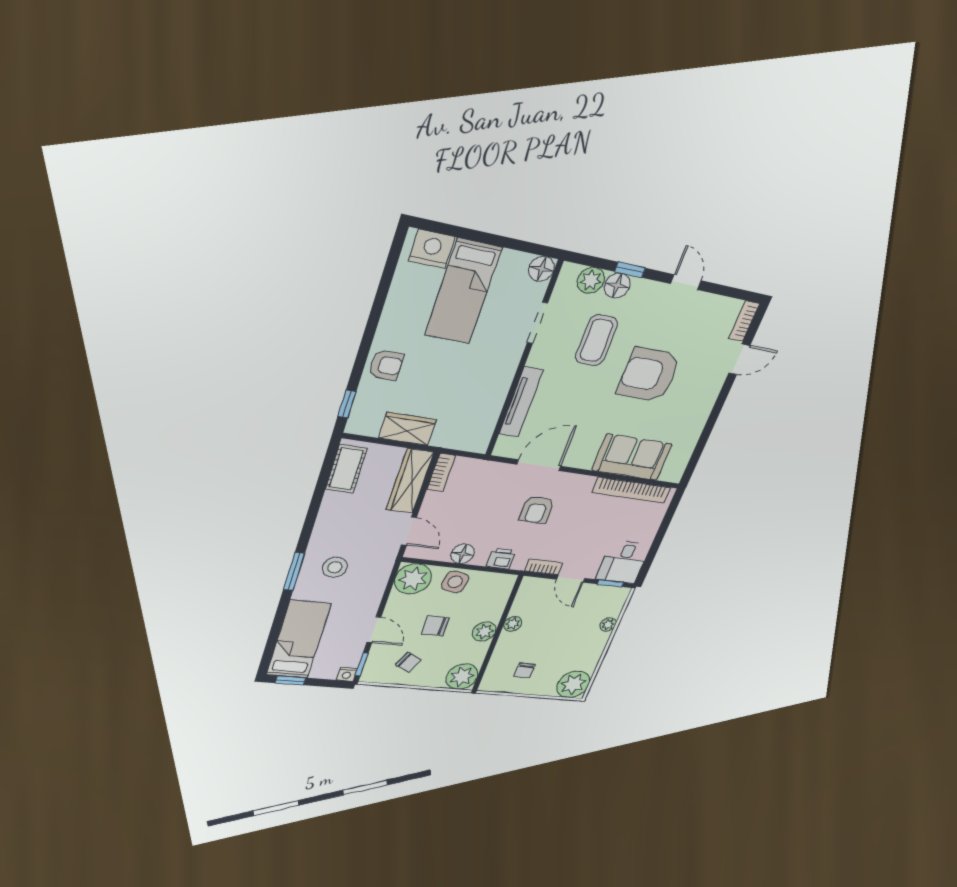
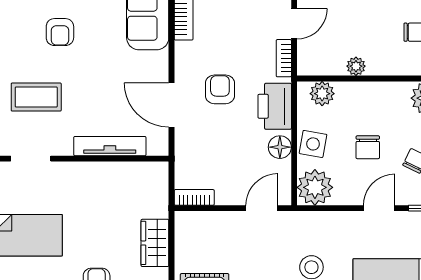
armchair: (649, 375) -> (60, 32), width x0.53, depth x0.53
wardrobe: (410, 481) -> (208, 224), removed
armchair: (537, 510) -> (220, 89), turned -90
printer: (501, 559) -> (275, 106), width x1.87, depth x1.48
plant: (484, 631) -> (322, 94), moved

